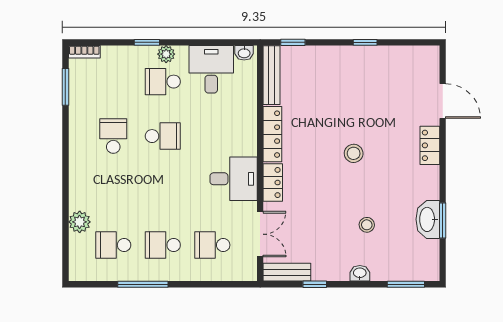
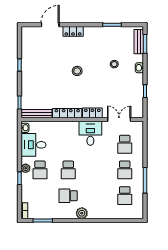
school desk: (163, 136) -> (68, 170), turned 180
washbasin: (428, 219) -> (111, 32), removed
plant: (80, 222) -> (82, 213), moved
bench: (287, 272) -> (139, 42), moved

